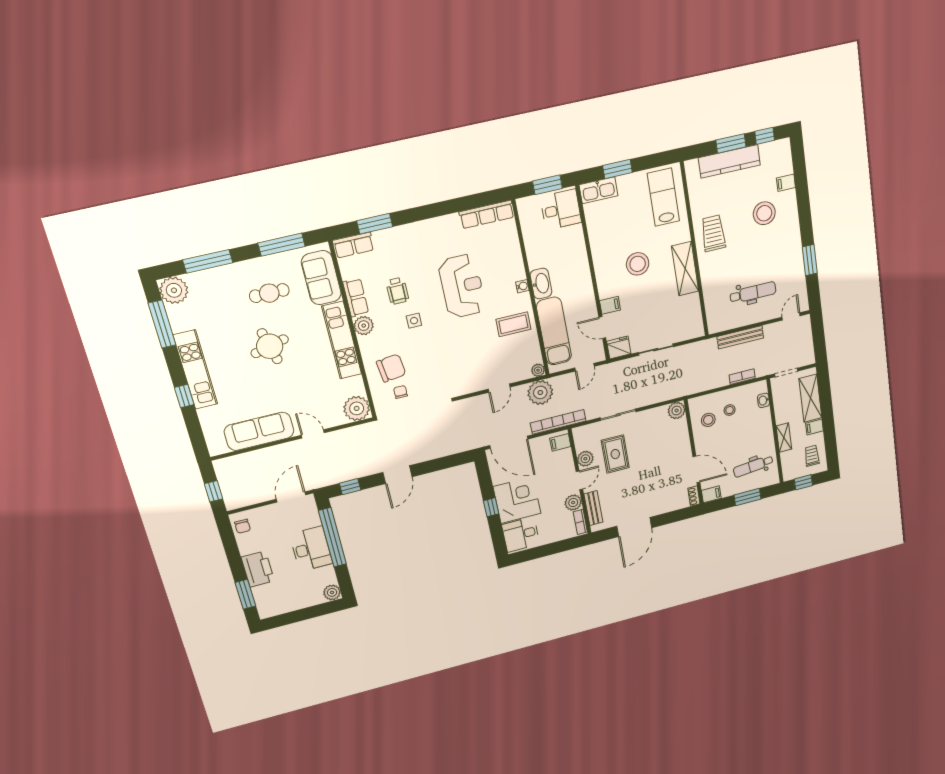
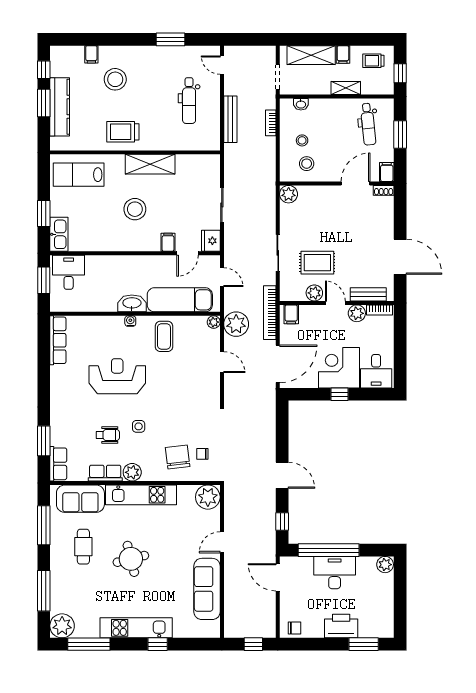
dental chair: (753, 293) -> (189, 101), turned 180

